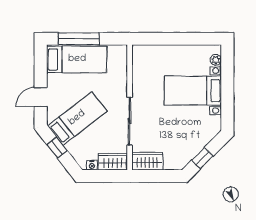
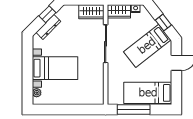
window: (79, 39) -> (134, 109), moved
dresser: (201, 142) -> (48, 27), added

